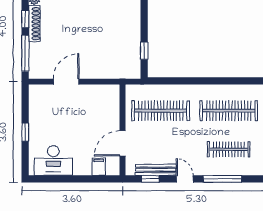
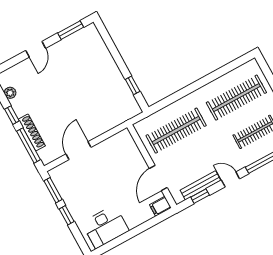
shoe rack: (34, 24) -> (32, 132), moved
window: (25, 104) -> (53, 190), added
filing cabinet: (99, 167) -> (160, 206), moved, turned -90

